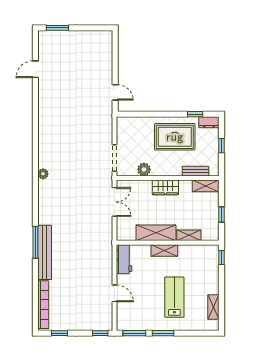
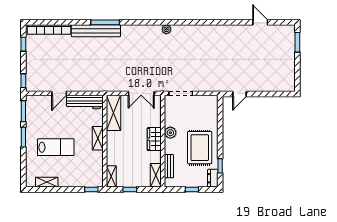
plant: (144, 169) -> (170, 133), moved
shelving: (156, 233) -> (114, 113), moved
shelving: (189, 235) -> (111, 176), moved
workbench: (124, 259) -> (85, 102), width x1.38

